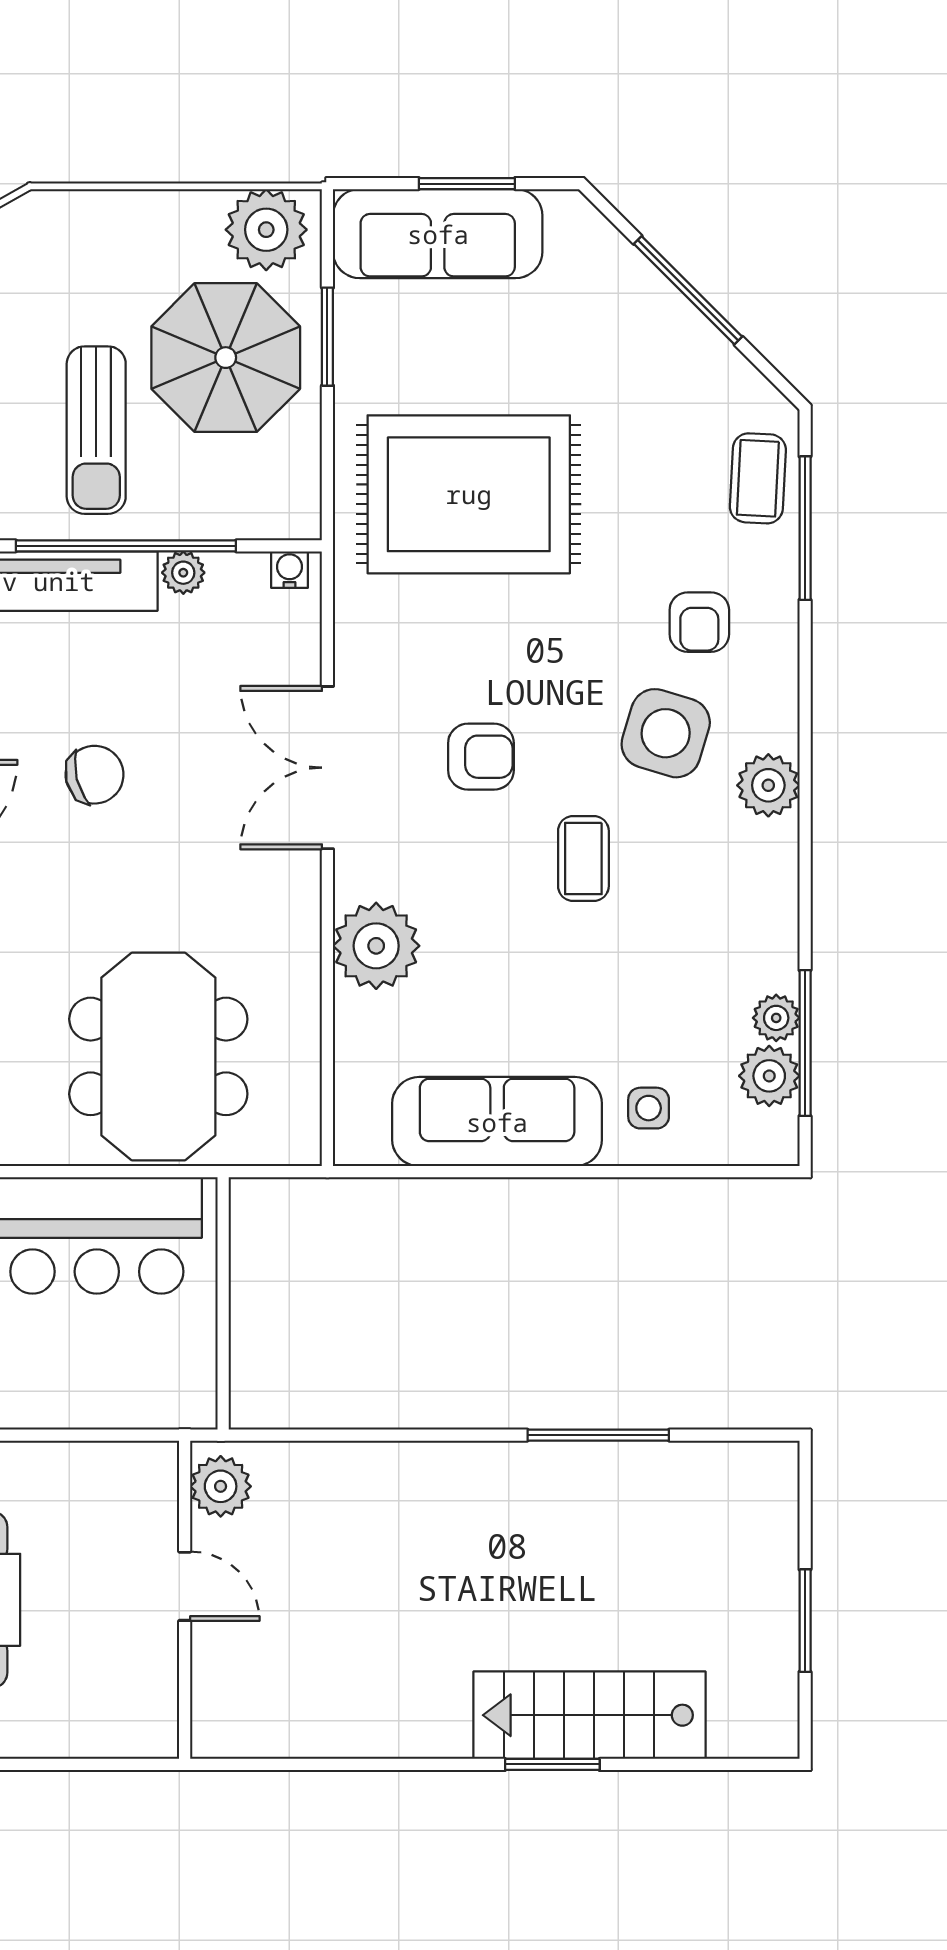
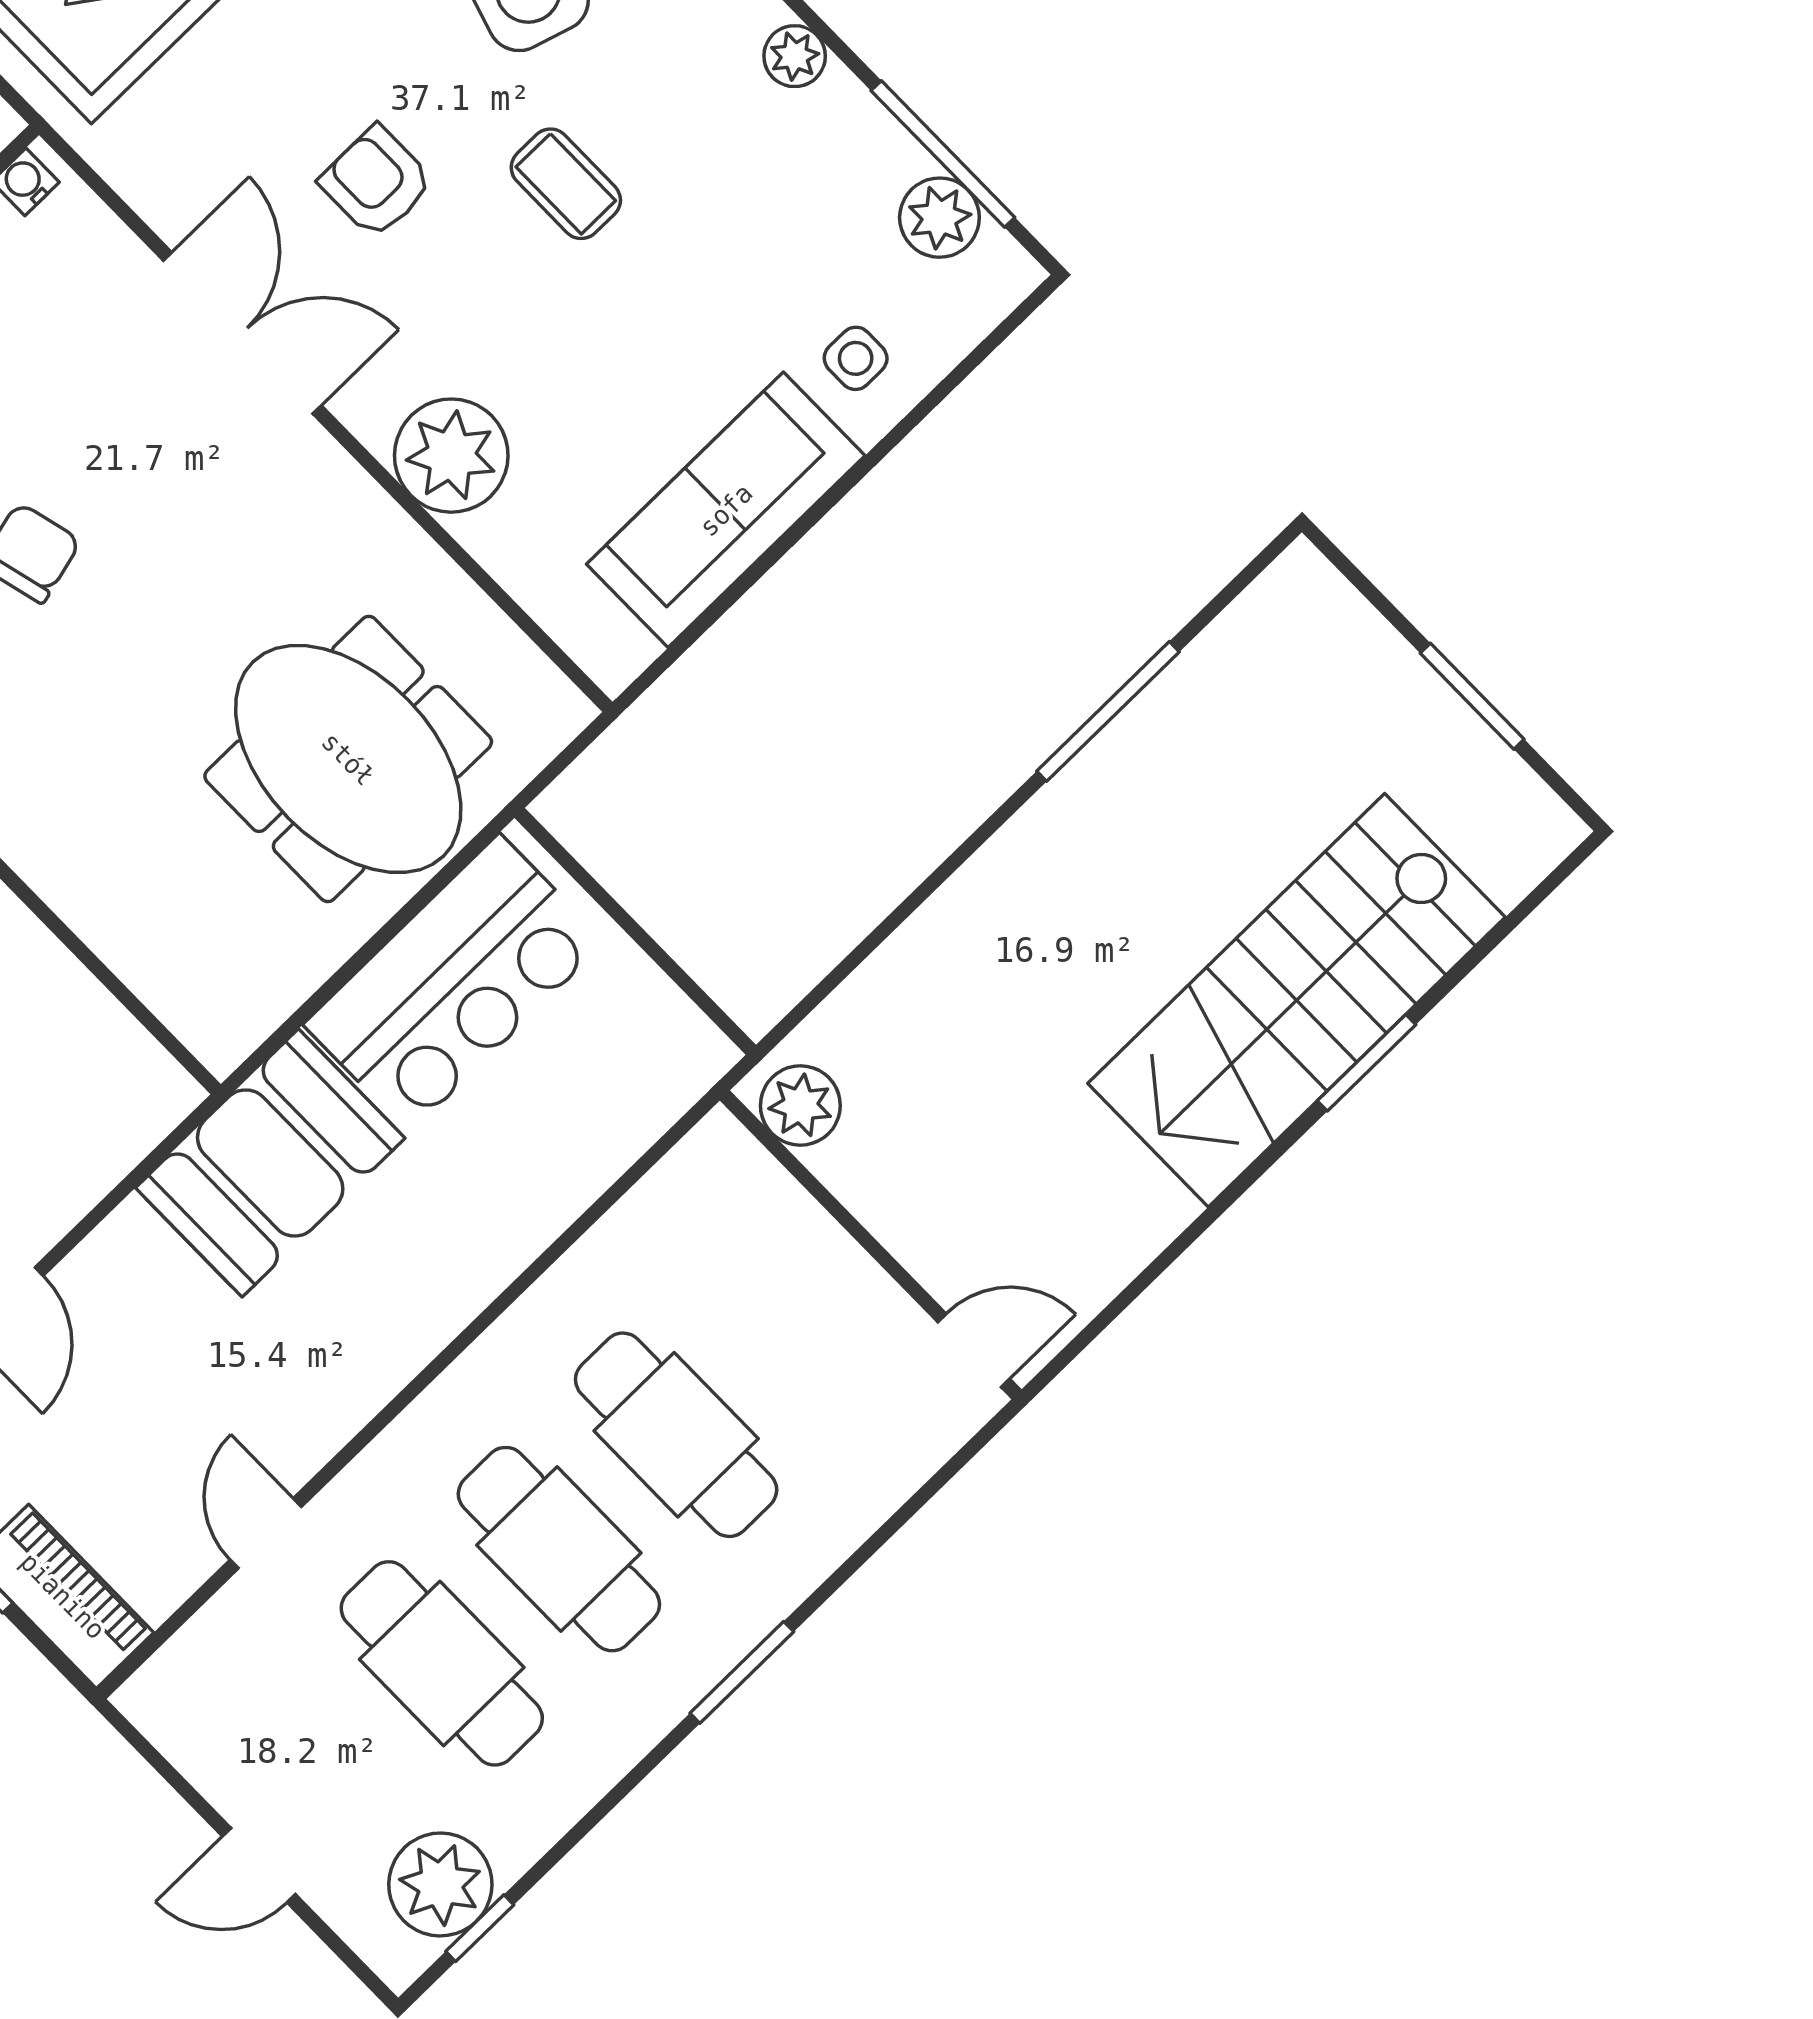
armchair: (481, 757) -> (376, 182), turned -90
double door: (327, 768) -> (242, 333), swing flipped
plant: (776, 1018) -> (795, 56), moved
door: (185, 1586) -> (974, 1350), moved
stairs: (590, 1715) -> (1296, 1000), width x1.36, depth x1.51

